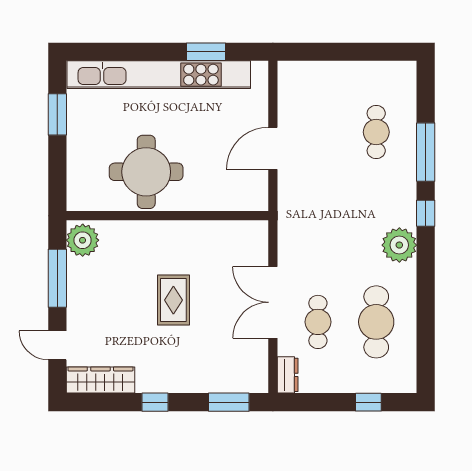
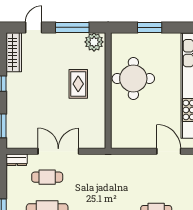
window: (57, 114) -> (150, 27), moved
door: (273, 148) -> (169, 151), moved
rug: (173, 300) -> (78, 84), moved, turned 90

